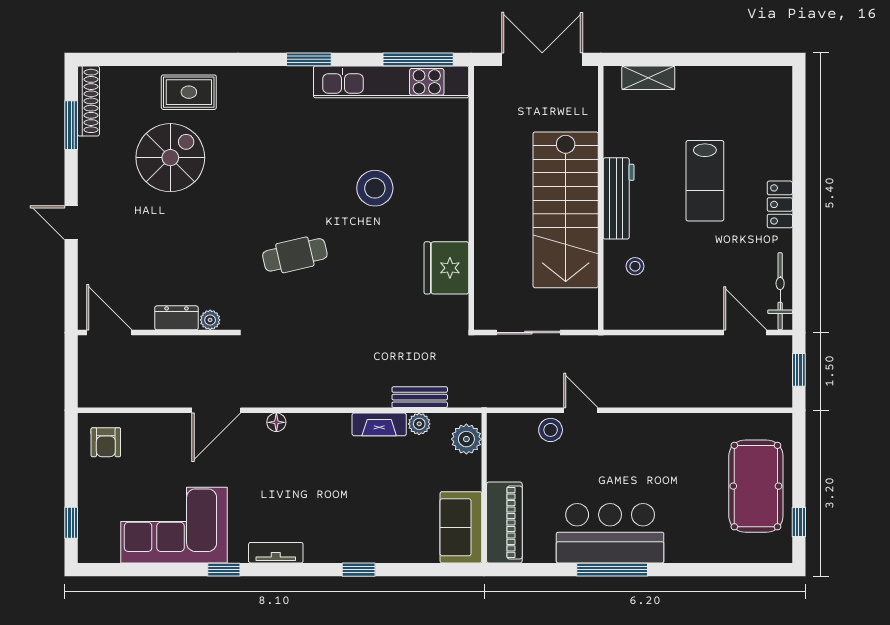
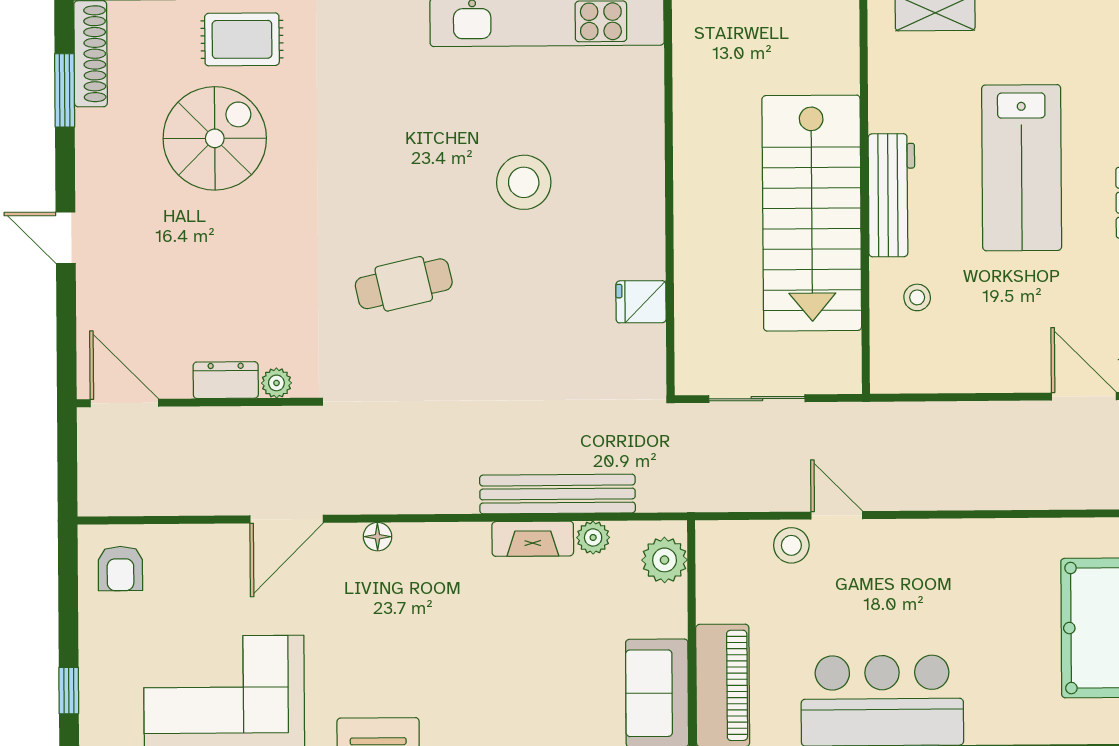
lab bench: (705, 181) -> (1022, 168), width x1.36, depth x1.39
fridge: (446, 268) -> (641, 302), width x0.53, depth x0.75
bench: (420, 397) -> (557, 494), width x1.86, depth x1.21

